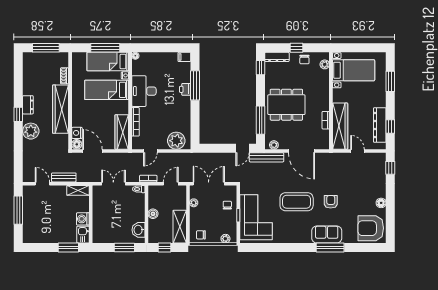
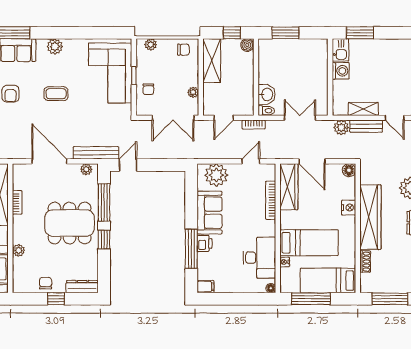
bed: (108, 62) -> (328, 281), moved, turned 180
plant: (325, 64) -> (19, 250), moved
window: (261, 68) -> (104, 239), moved
desk: (144, 91) -> (259, 258), moved
sofa: (181, 112) -> (210, 213), added
nightstand: (77, 133) -> (349, 208), moved
door: (92, 151) -> (312, 161), moved
plant: (82, 176) -> (341, 127), added
double door: (113, 184) -> (300, 118), swing flipped
shelving: (78, 190) -> (363, 109), moved
coffee table: (297, 202) -> (56, 94), width x0.54, depth x0.58
boiler: (153, 214) -> (247, 45), moved
washbasin: (138, 230) -> (267, 94), moved
plant: (297, 237) -> (55, 47), added

